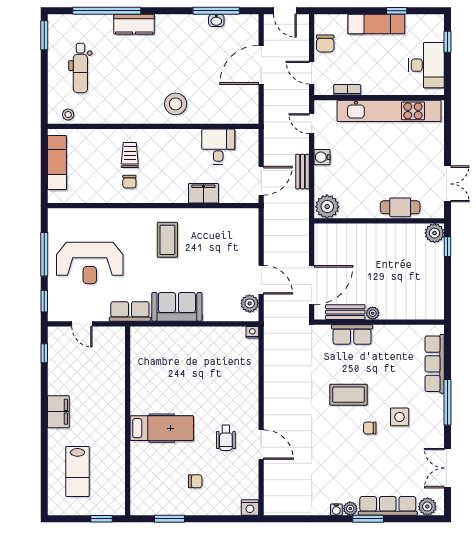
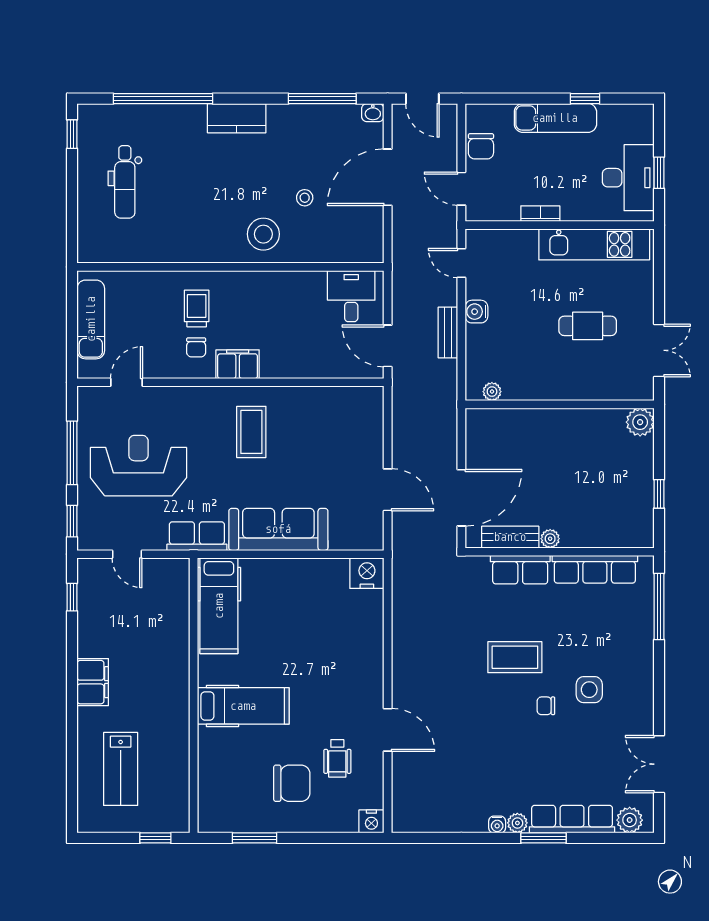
washbasin: (216, 20) -> (373, 113), moved
kitchen counter: (134, 24) -> (237, 118), moved
window: (44, 35) -> (72, 134), width x0.67
window: (448, 42) -> (659, 173), moved
bookcase: (347, 90) -> (540, 214), moved
kitchen unit: (389, 111) -> (594, 244), width x0.73
stool: (68, 115) -> (305, 198), moved
desk: (218, 146) -> (351, 296), moved
door: (261, 181) -> (388, 346), swing flipped
filing cabinet: (203, 193) -> (238, 364), moved
door: (82, 206) -> (127, 382), added
plant: (327, 207) -> (492, 392), width x0.53, depth x0.53
cafe table: (400, 207) -> (588, 326), moved
window: (448, 247) -> (659, 494), moved
reception desk: (90, 263) -> (138, 466), turned 180
plant: (250, 303) -> (371, 525), removed
sofa: (177, 307) -> (278, 529), width x1.36
nightstand: (252, 332) -> (367, 573), width x1.89, depth x1.79
hospital bed: (145, 359) -> (219, 606), added
row of seats: (435, 364) -> (595, 569), moved, turned -90
window: (448, 402) -> (659, 606), moved
wheelchair: (226, 438) -> (337, 758), moved
chair: (195, 481) -> (292, 783), width x1.87, depth x1.87

